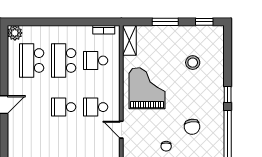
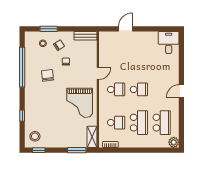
window: (165, 22) -> (77, 150), moved
stool: (193, 63) -> (35, 136), moved
window: (228, 95) -> (22, 116), moved
door: (121, 130) -> (98, 73), hinge flipped

